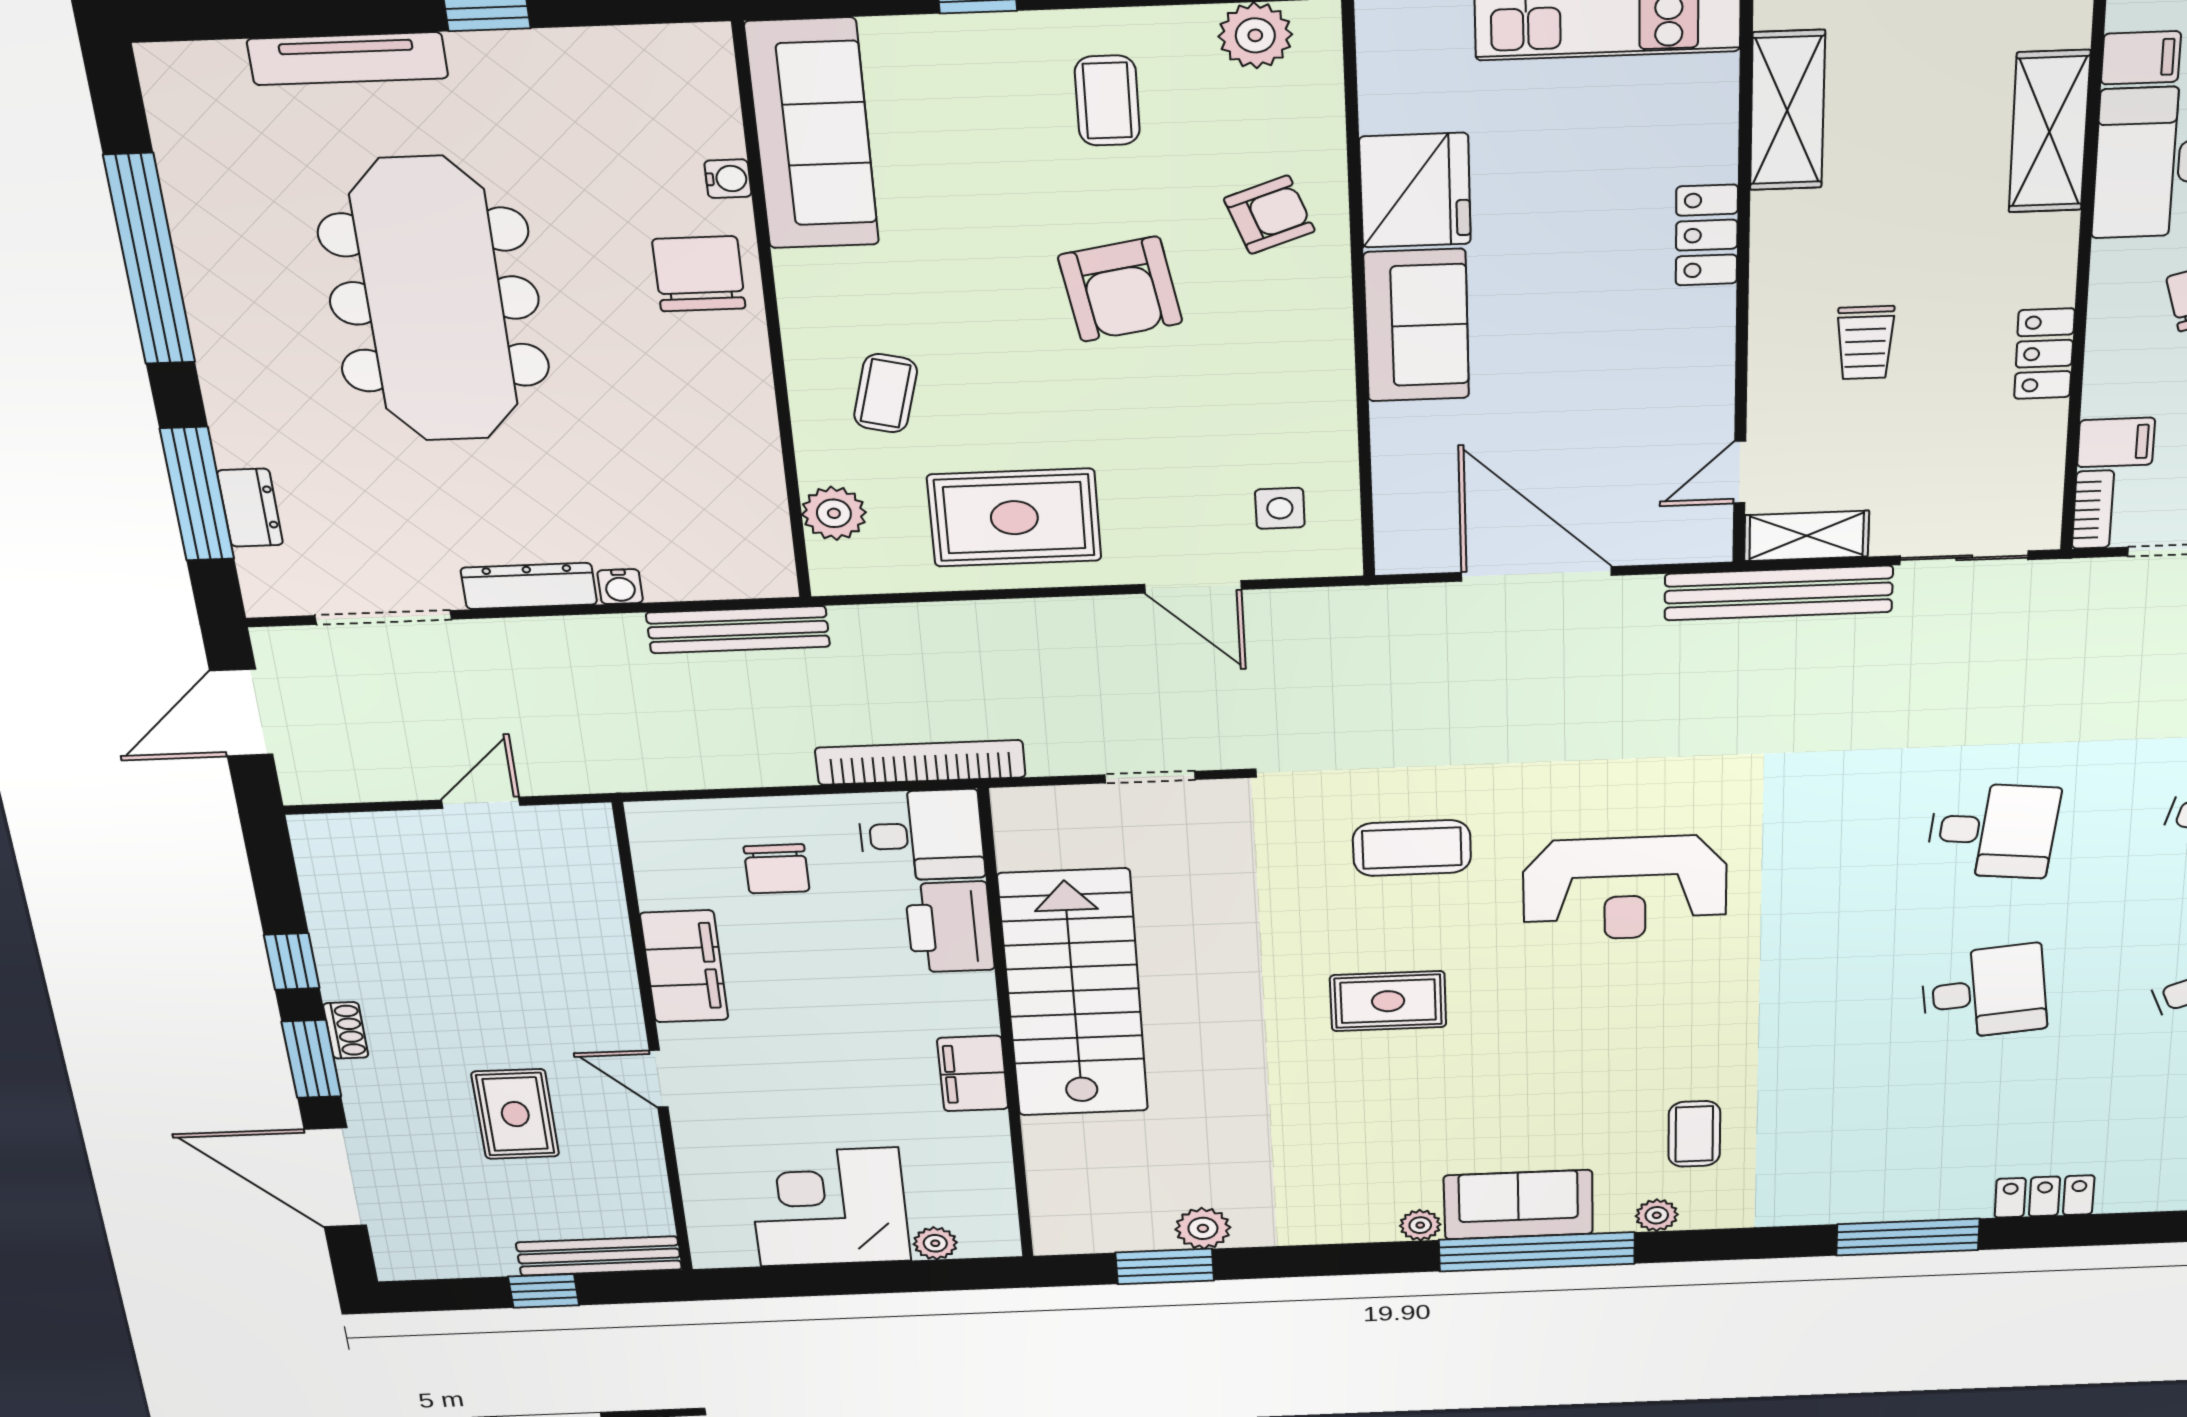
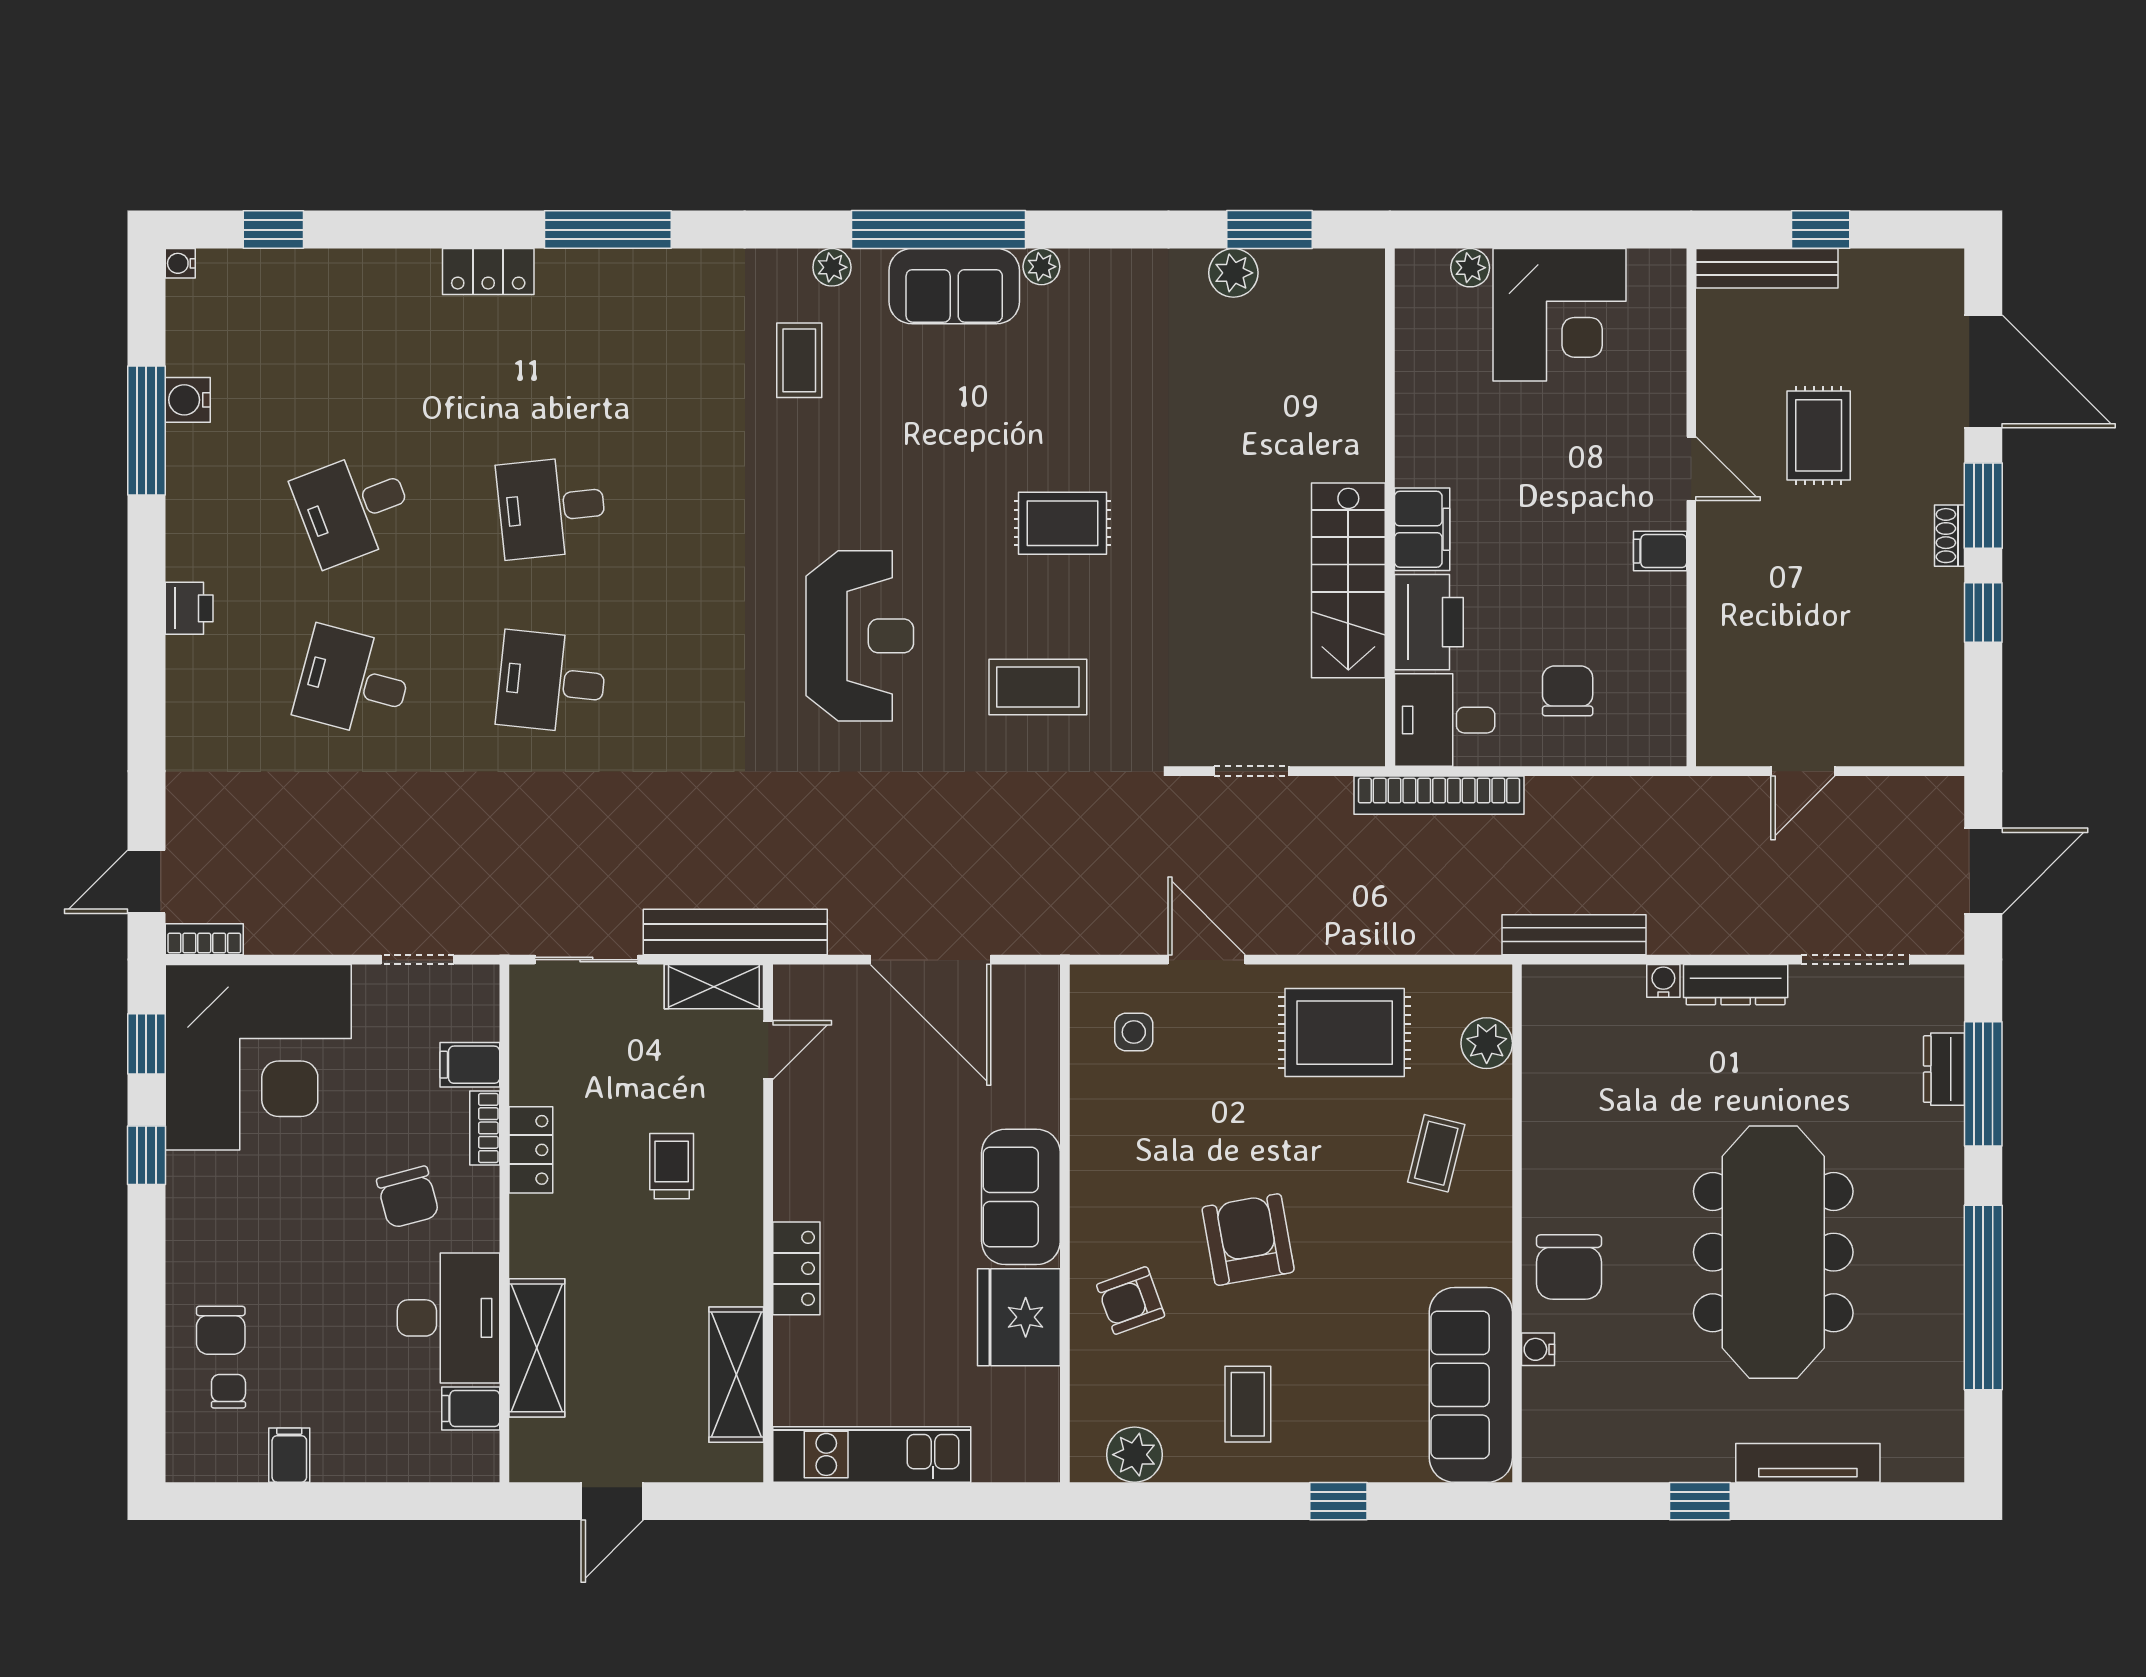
bookcase: (2093, 510) -> (485, 1128), moved
reception desk: (1625, 888) -> (860, 636), turned 90
filing cabinet: (684, 966) -> (1660, 551), width x0.33, depth x0.86
stairs: (1074, 994) -> (1348, 580), width x0.73, depth x0.66
filing cabinet: (973, 1074) -> (1422, 529), moved

